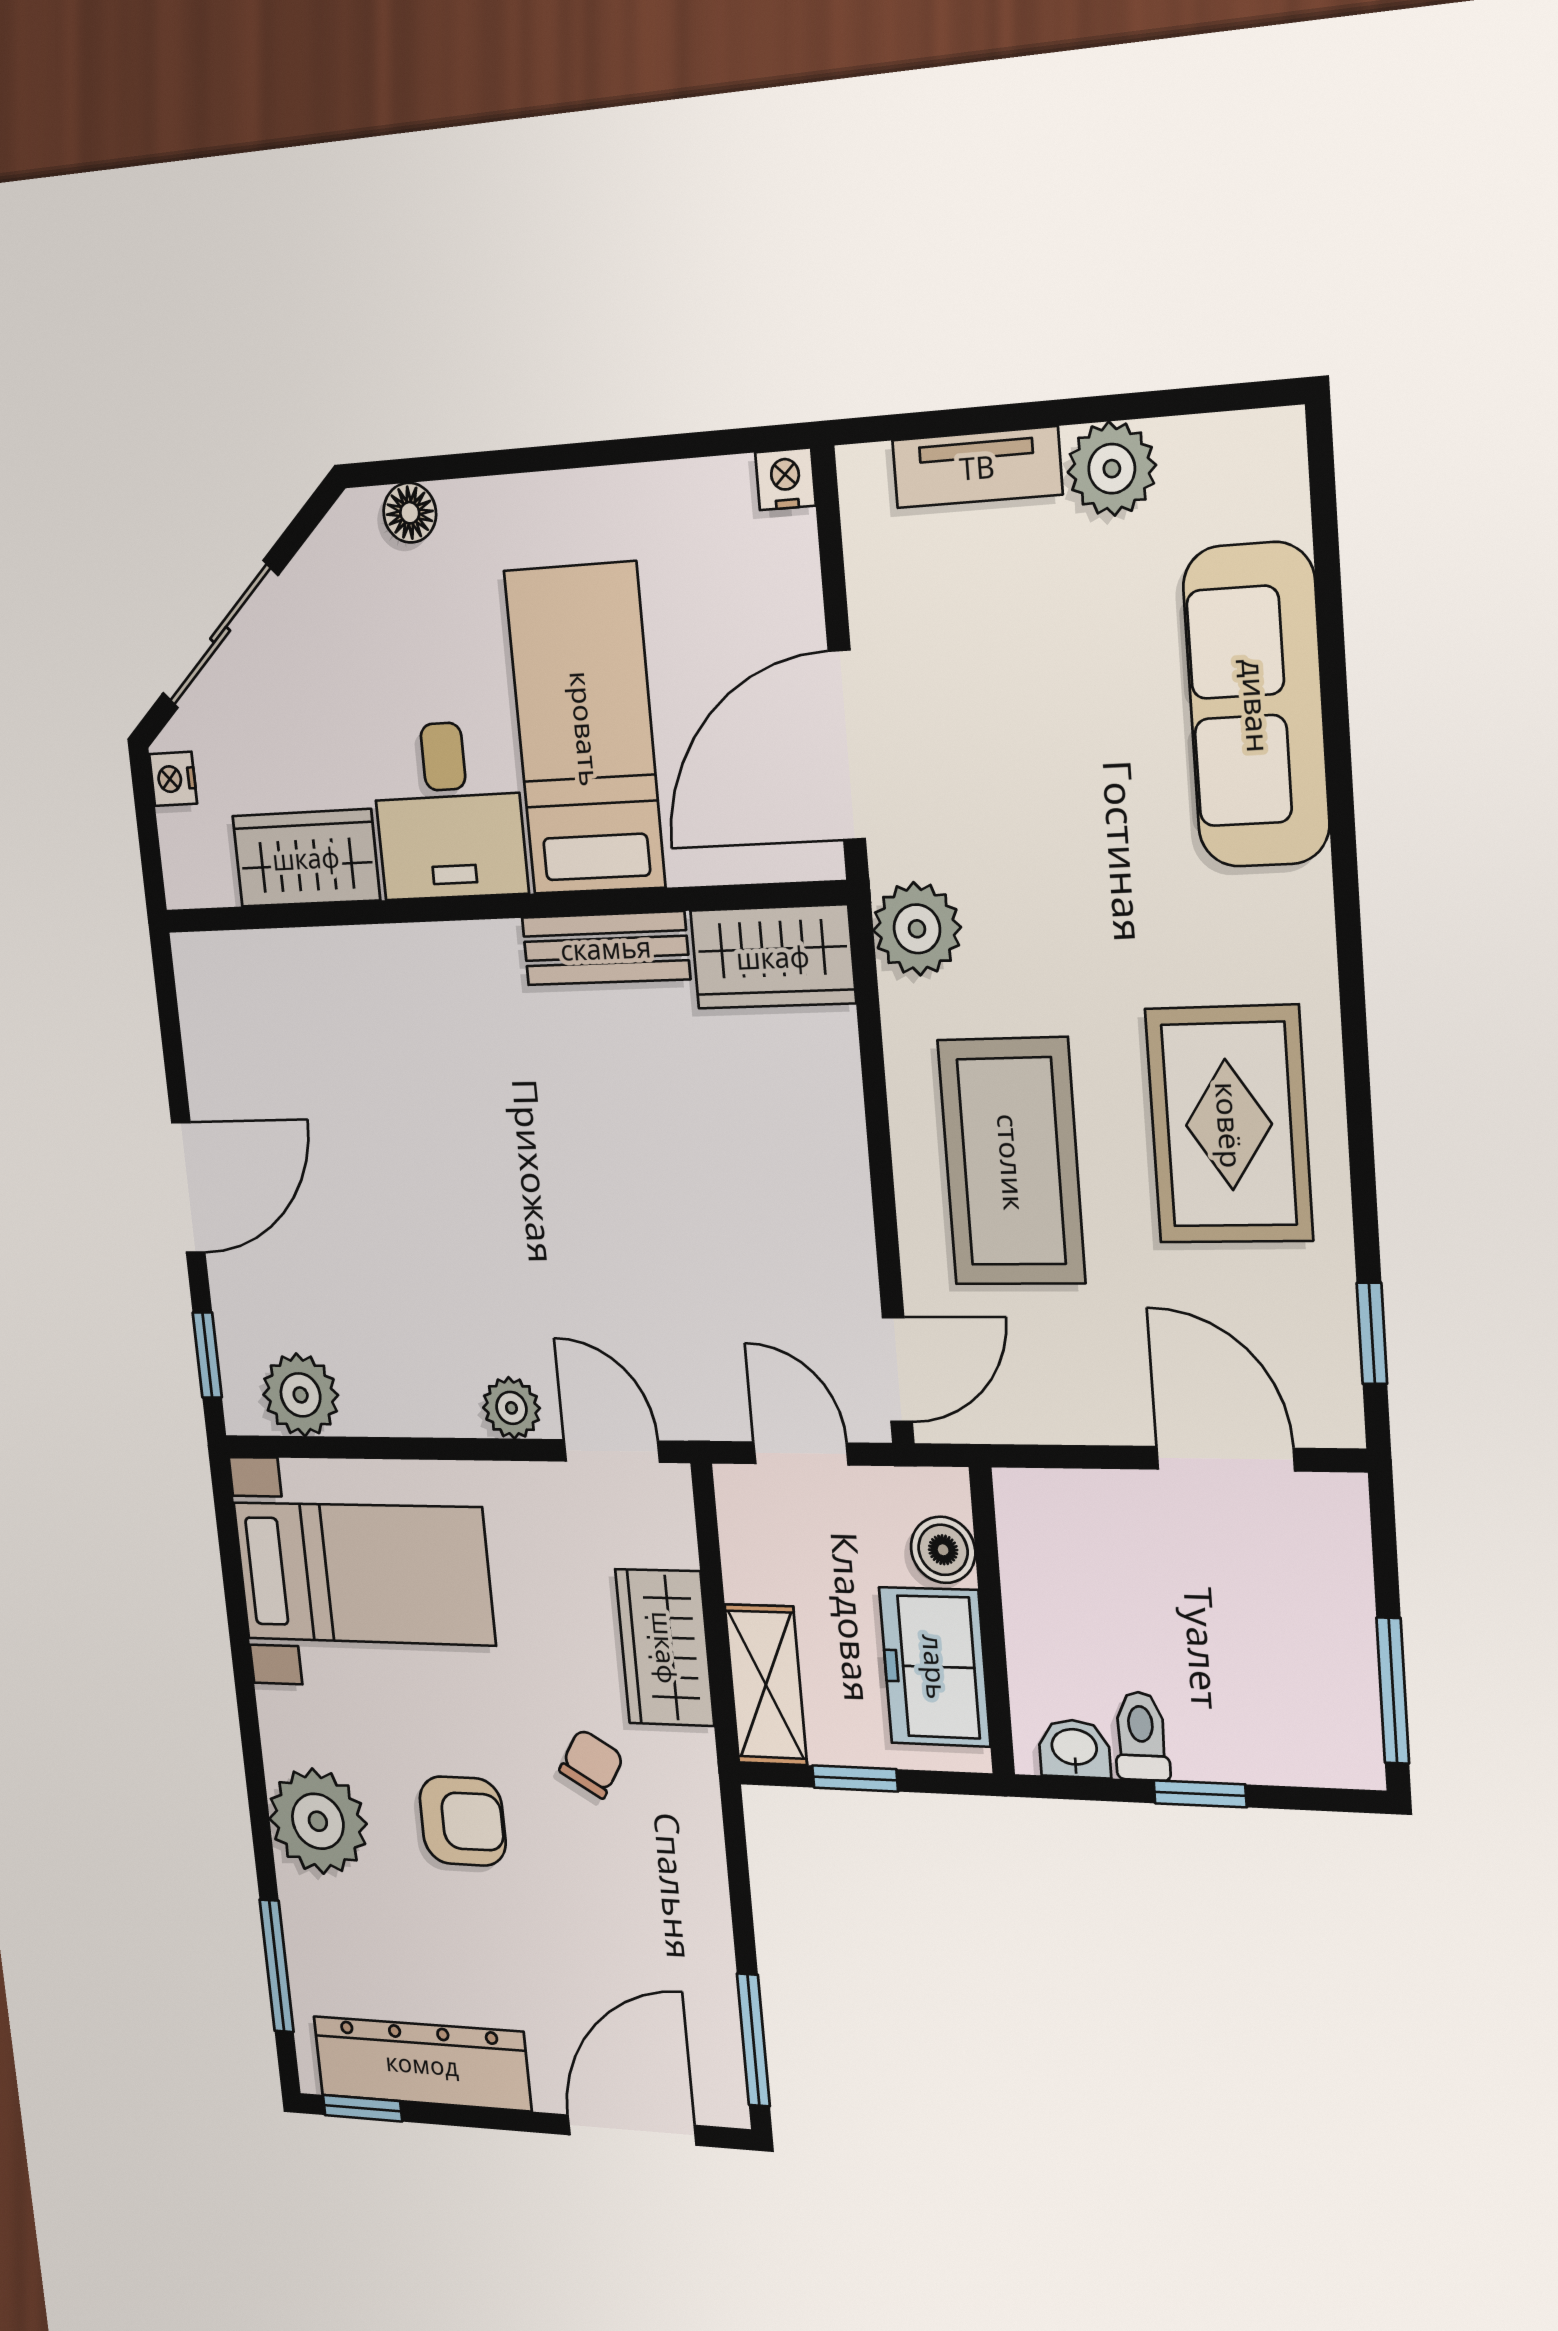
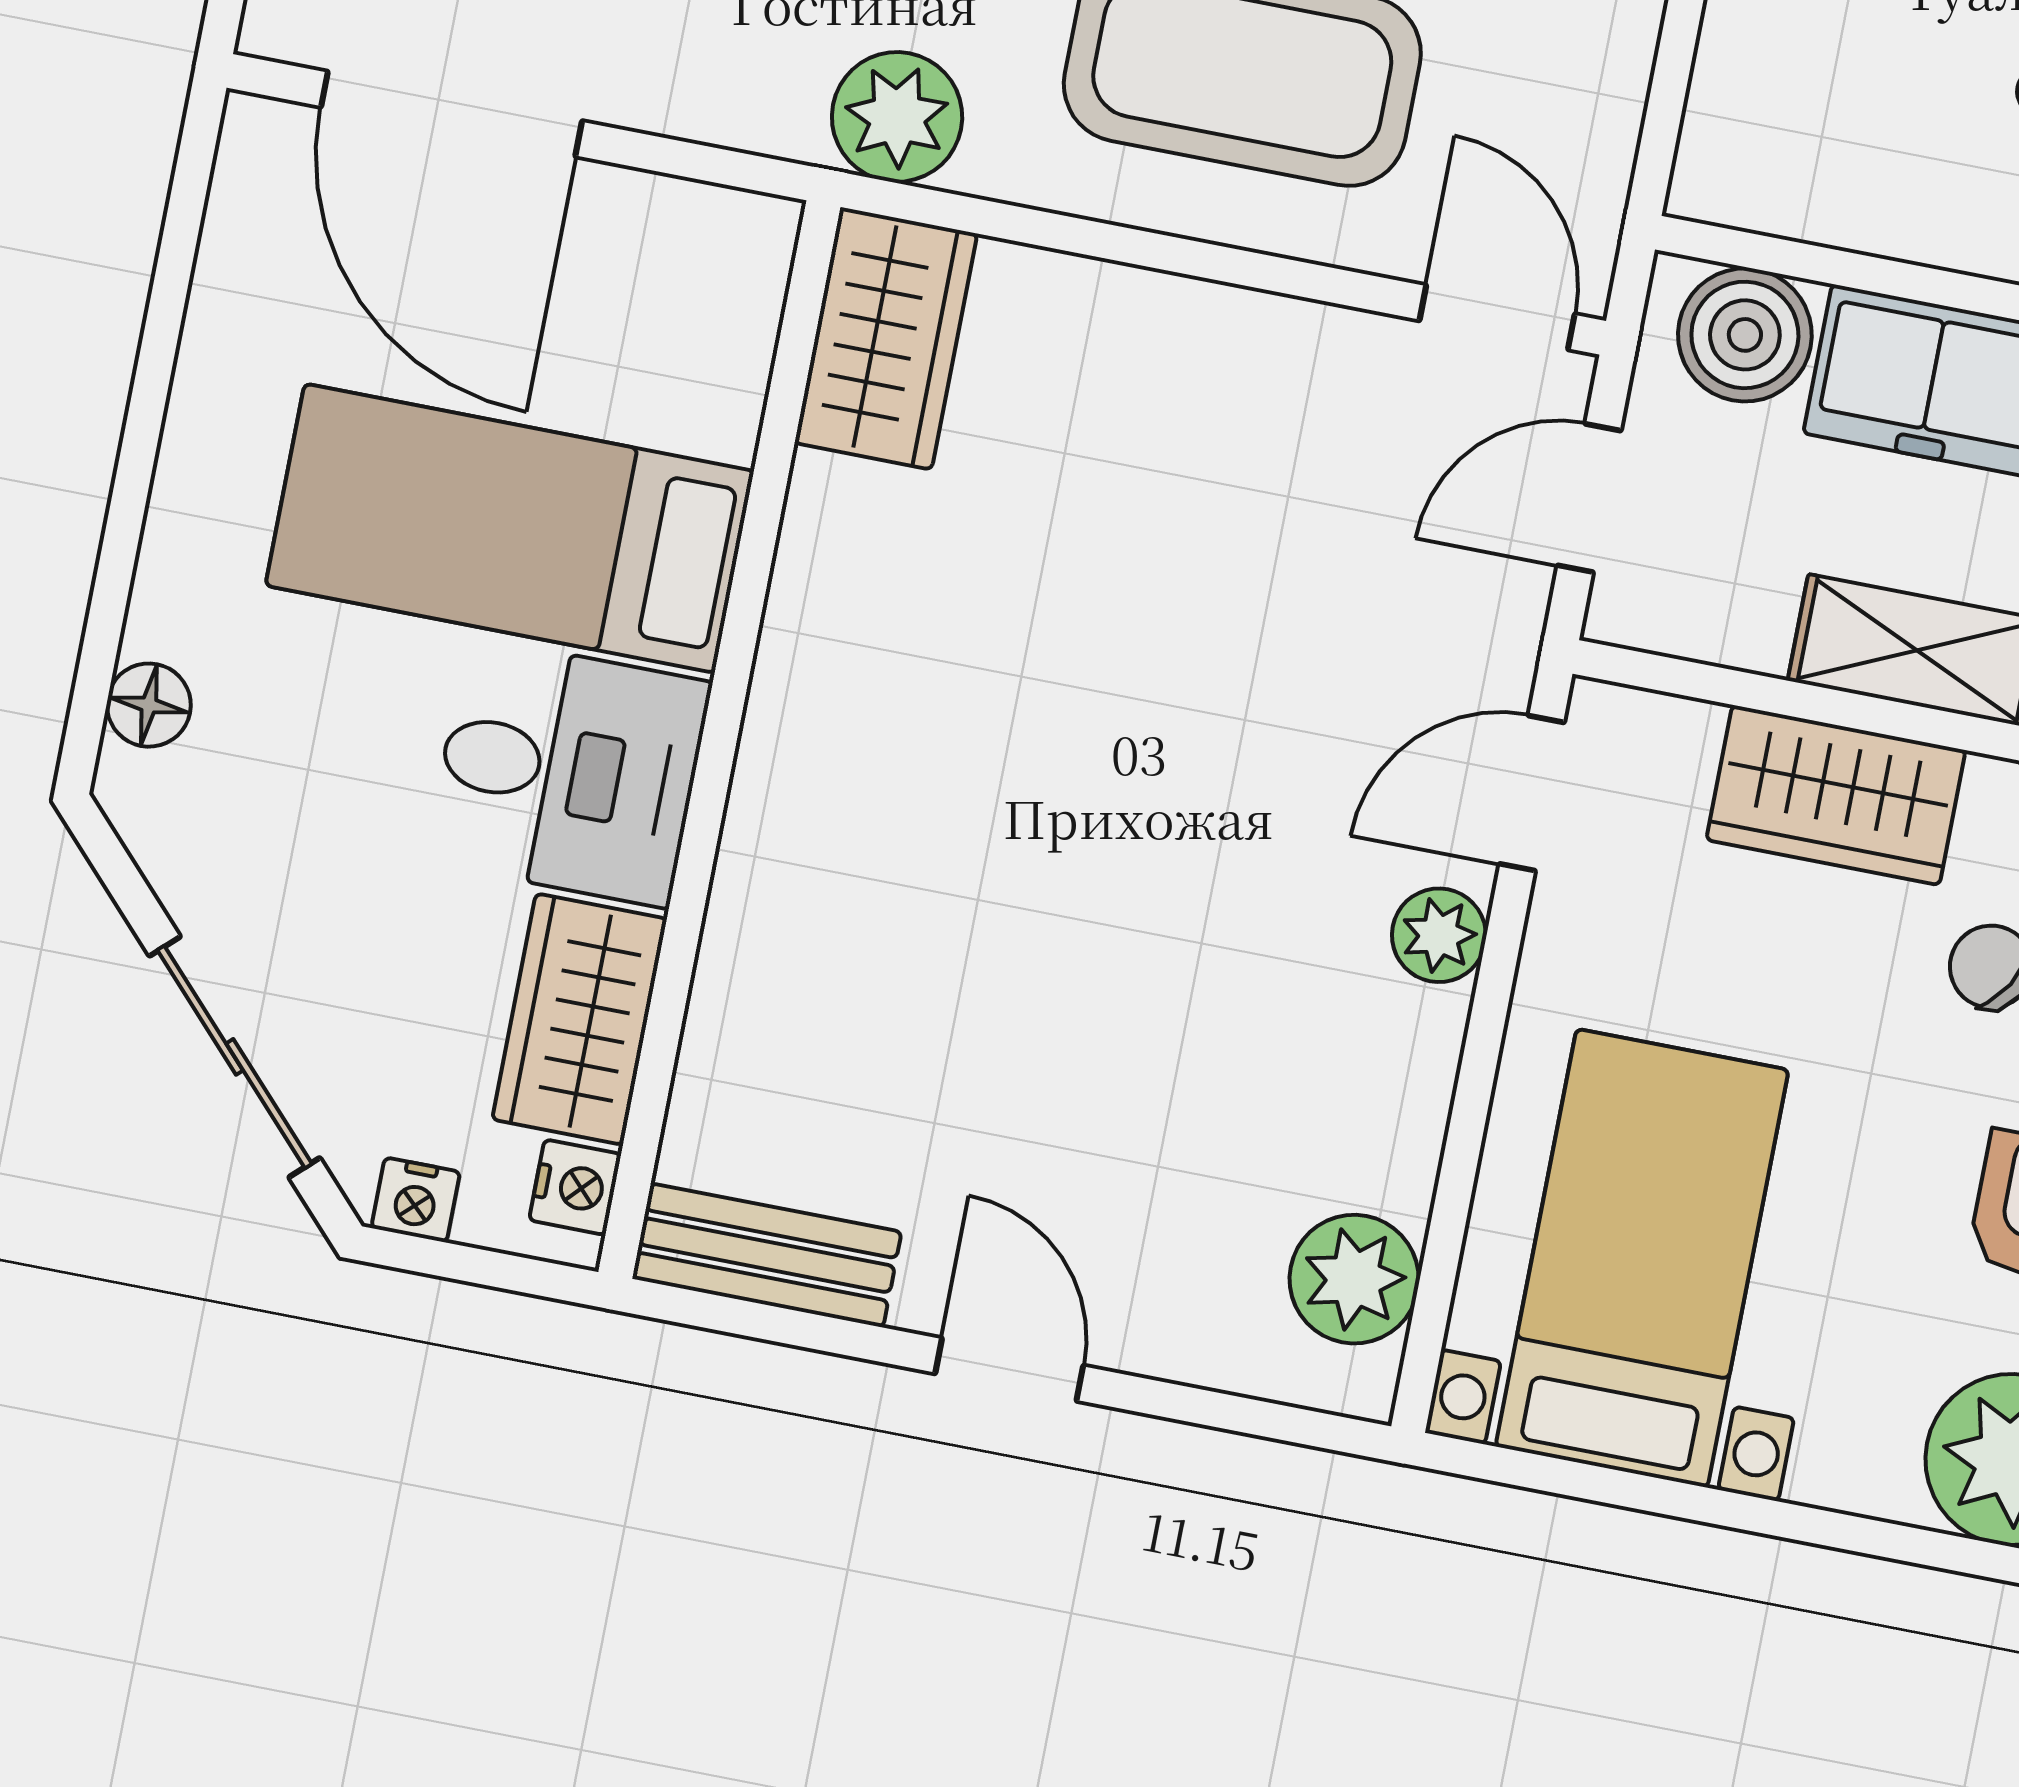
nightstand: (785, 479) -> (575, 1187), moved, turned 180
door: (847, 745) -> (451, 114), moved
bench: (606, 948) -> (767, 1255), moved, turned 90
door: (188, 1188) -> (1009, 1369), width x0.73
window: (207, 1355) -> (1264, 1419), removed
boiler: (943, 1550) -> (1745, 335), width x1.36, depth x1.36

